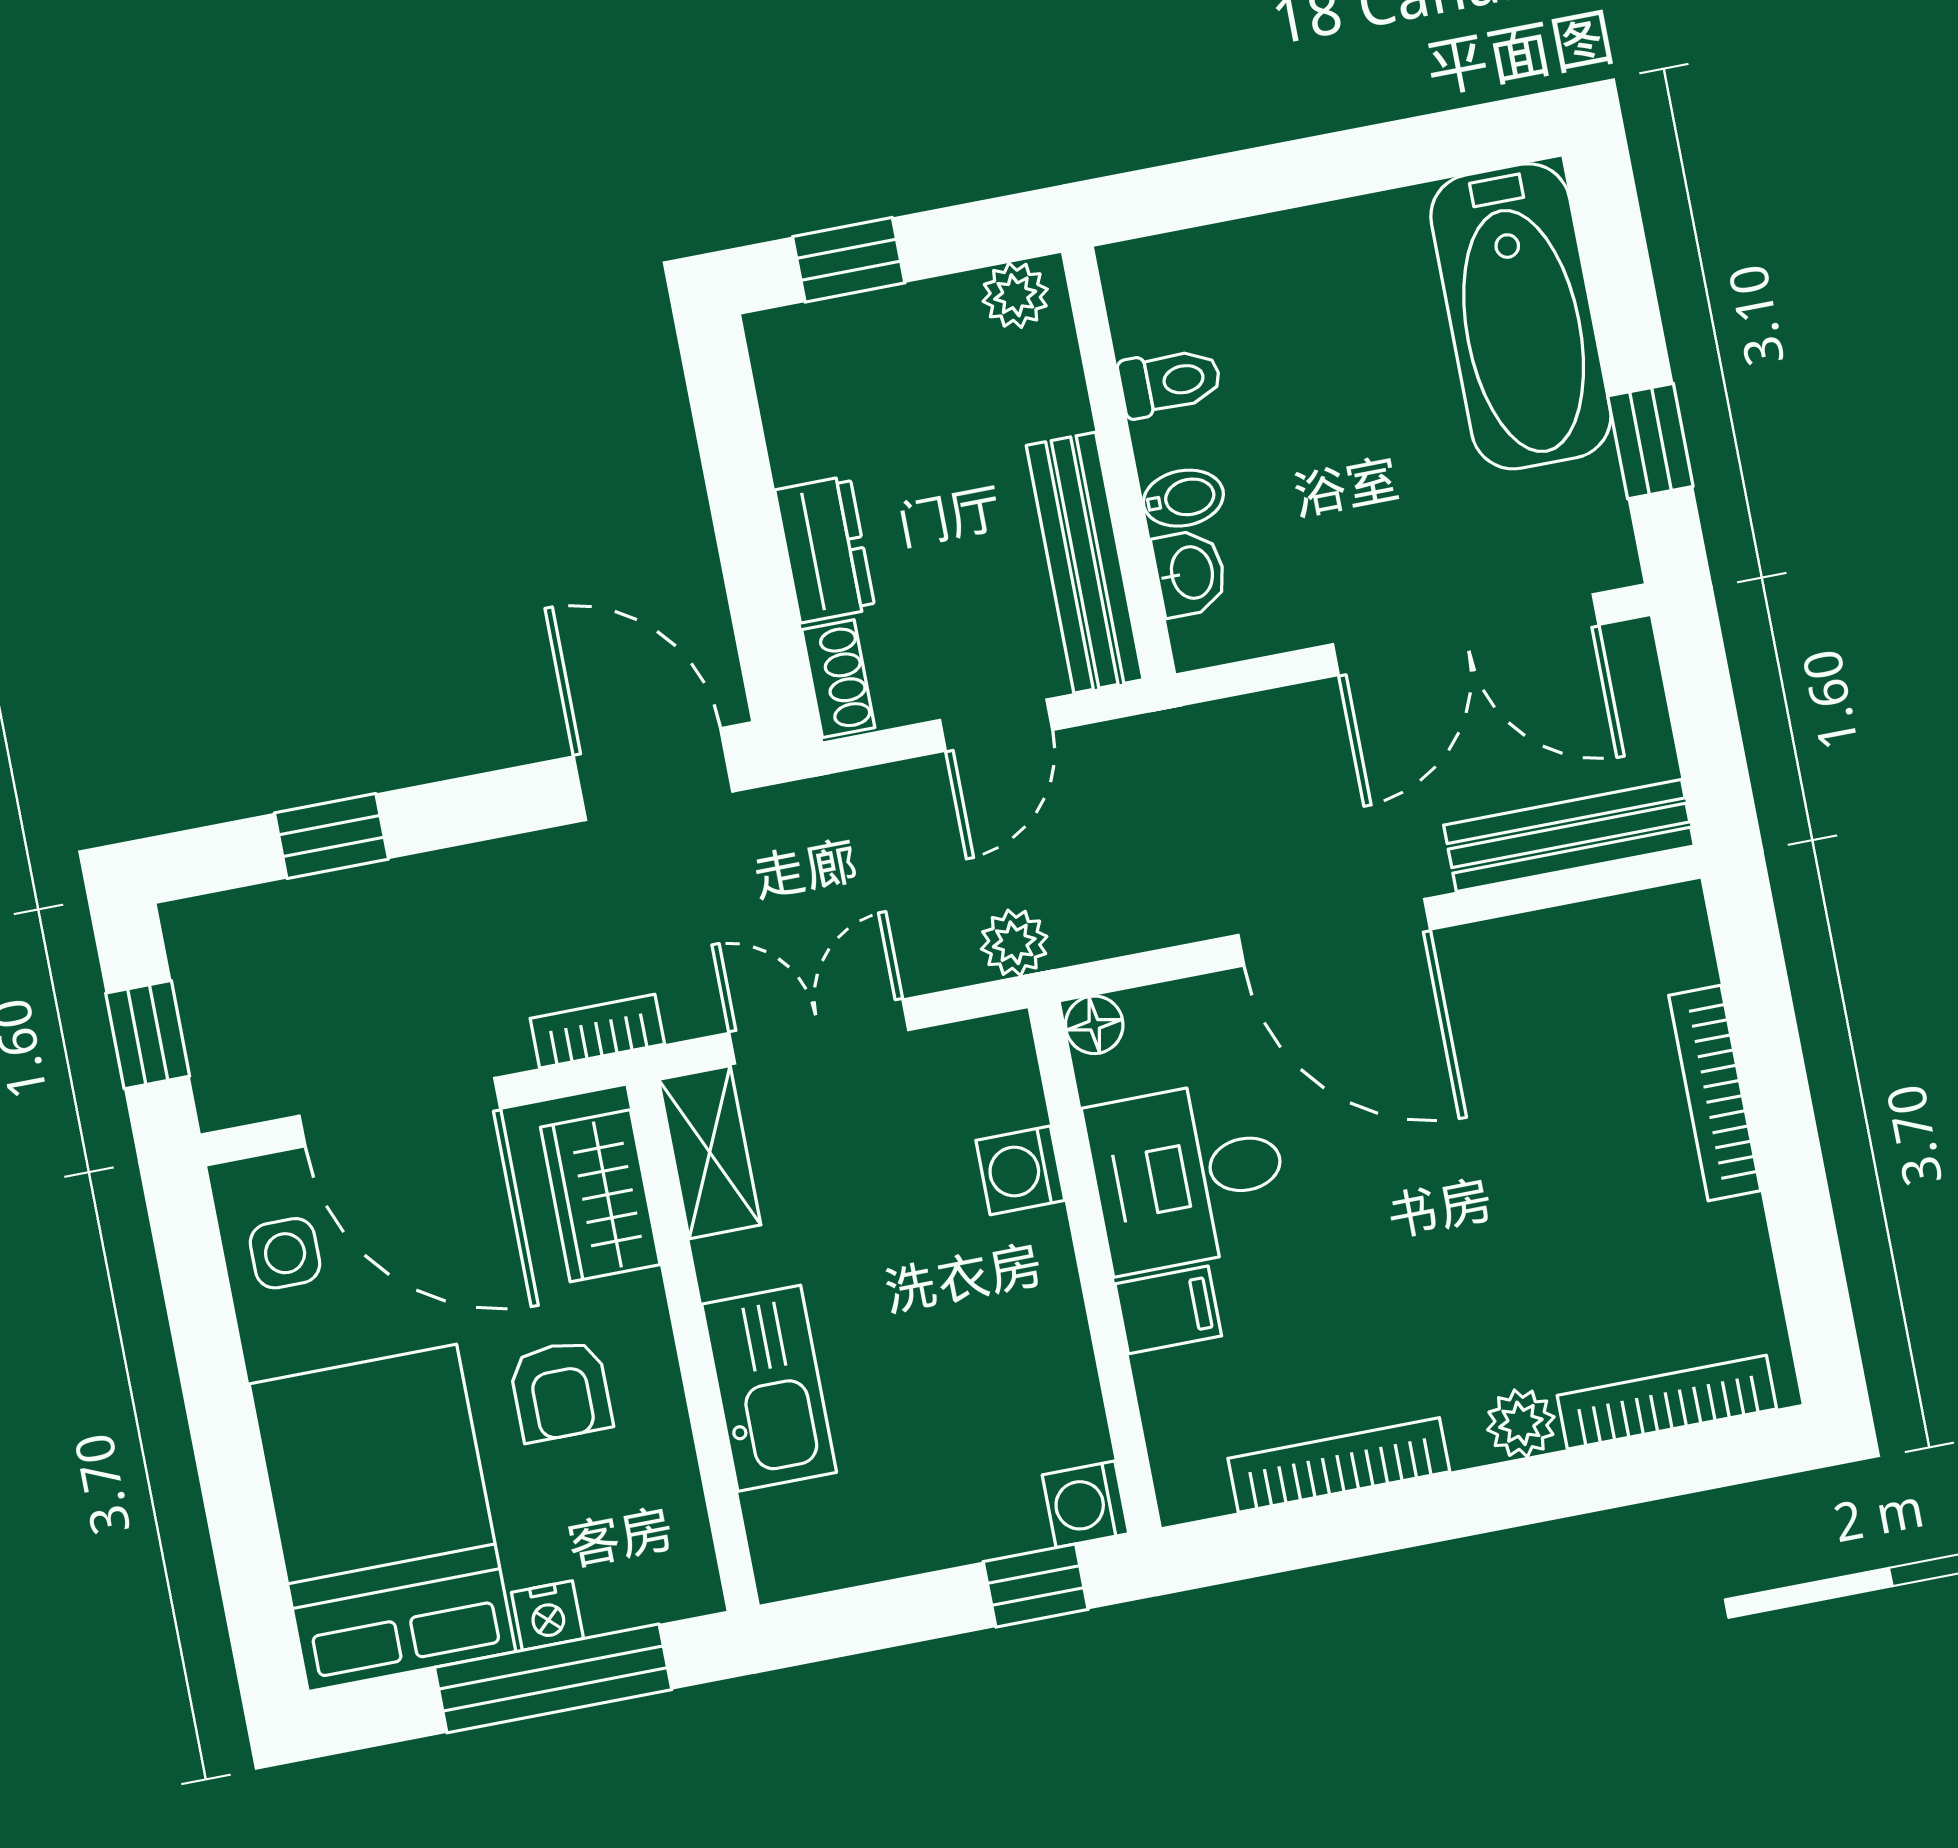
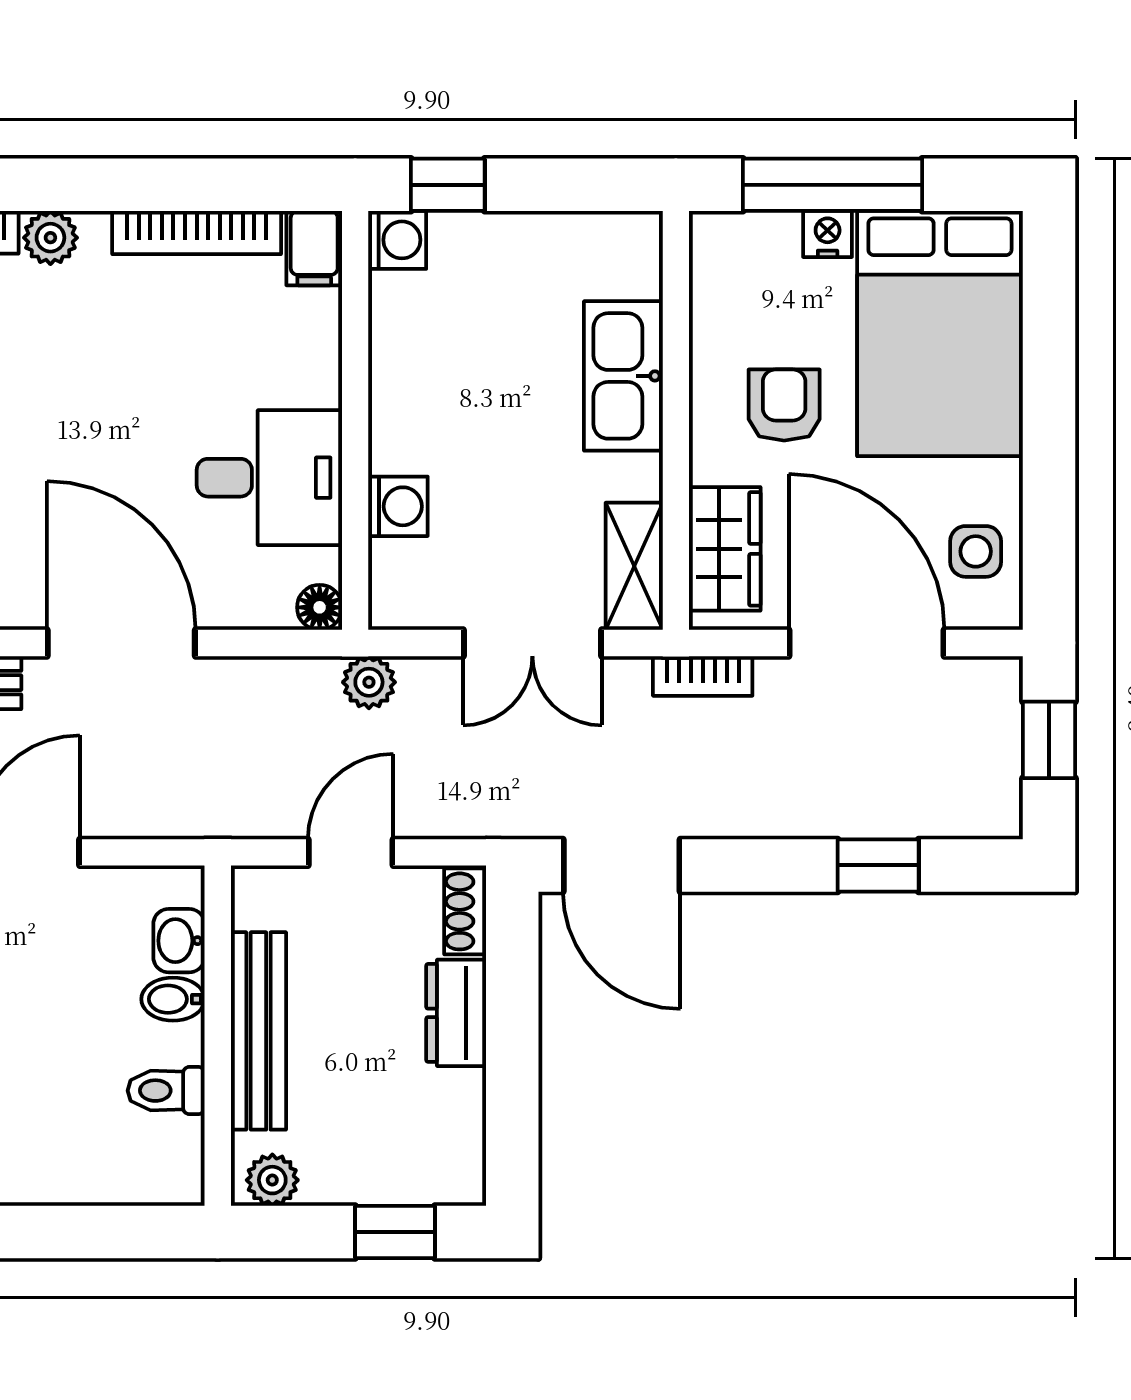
bench: (1085, 563) -> (258, 1031), moved
filing cabinet: (1168, 1310) -> (314, 248), moved, turned -90

